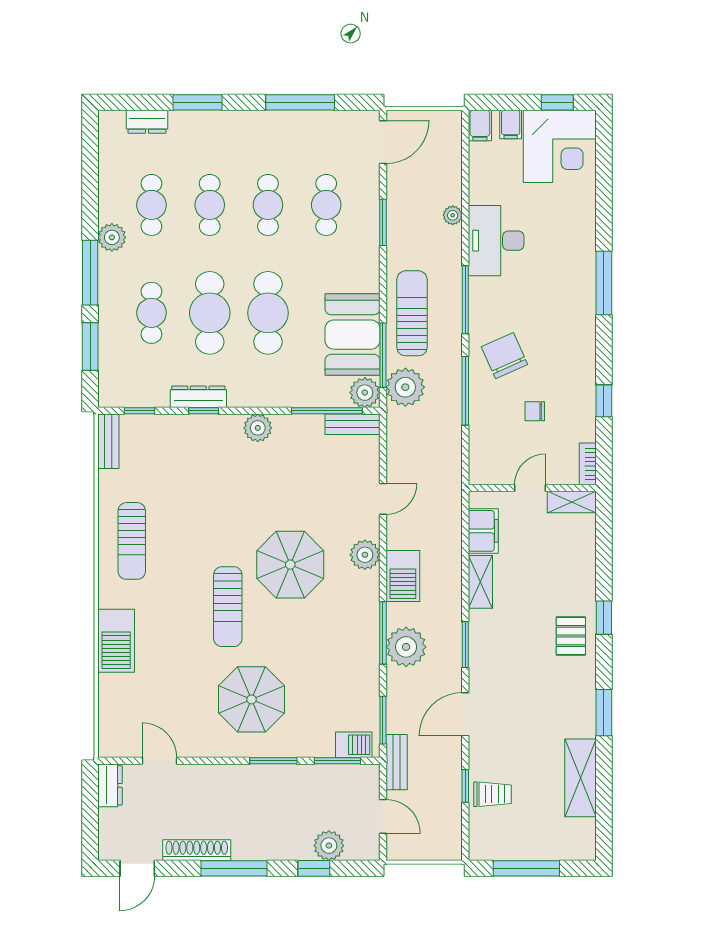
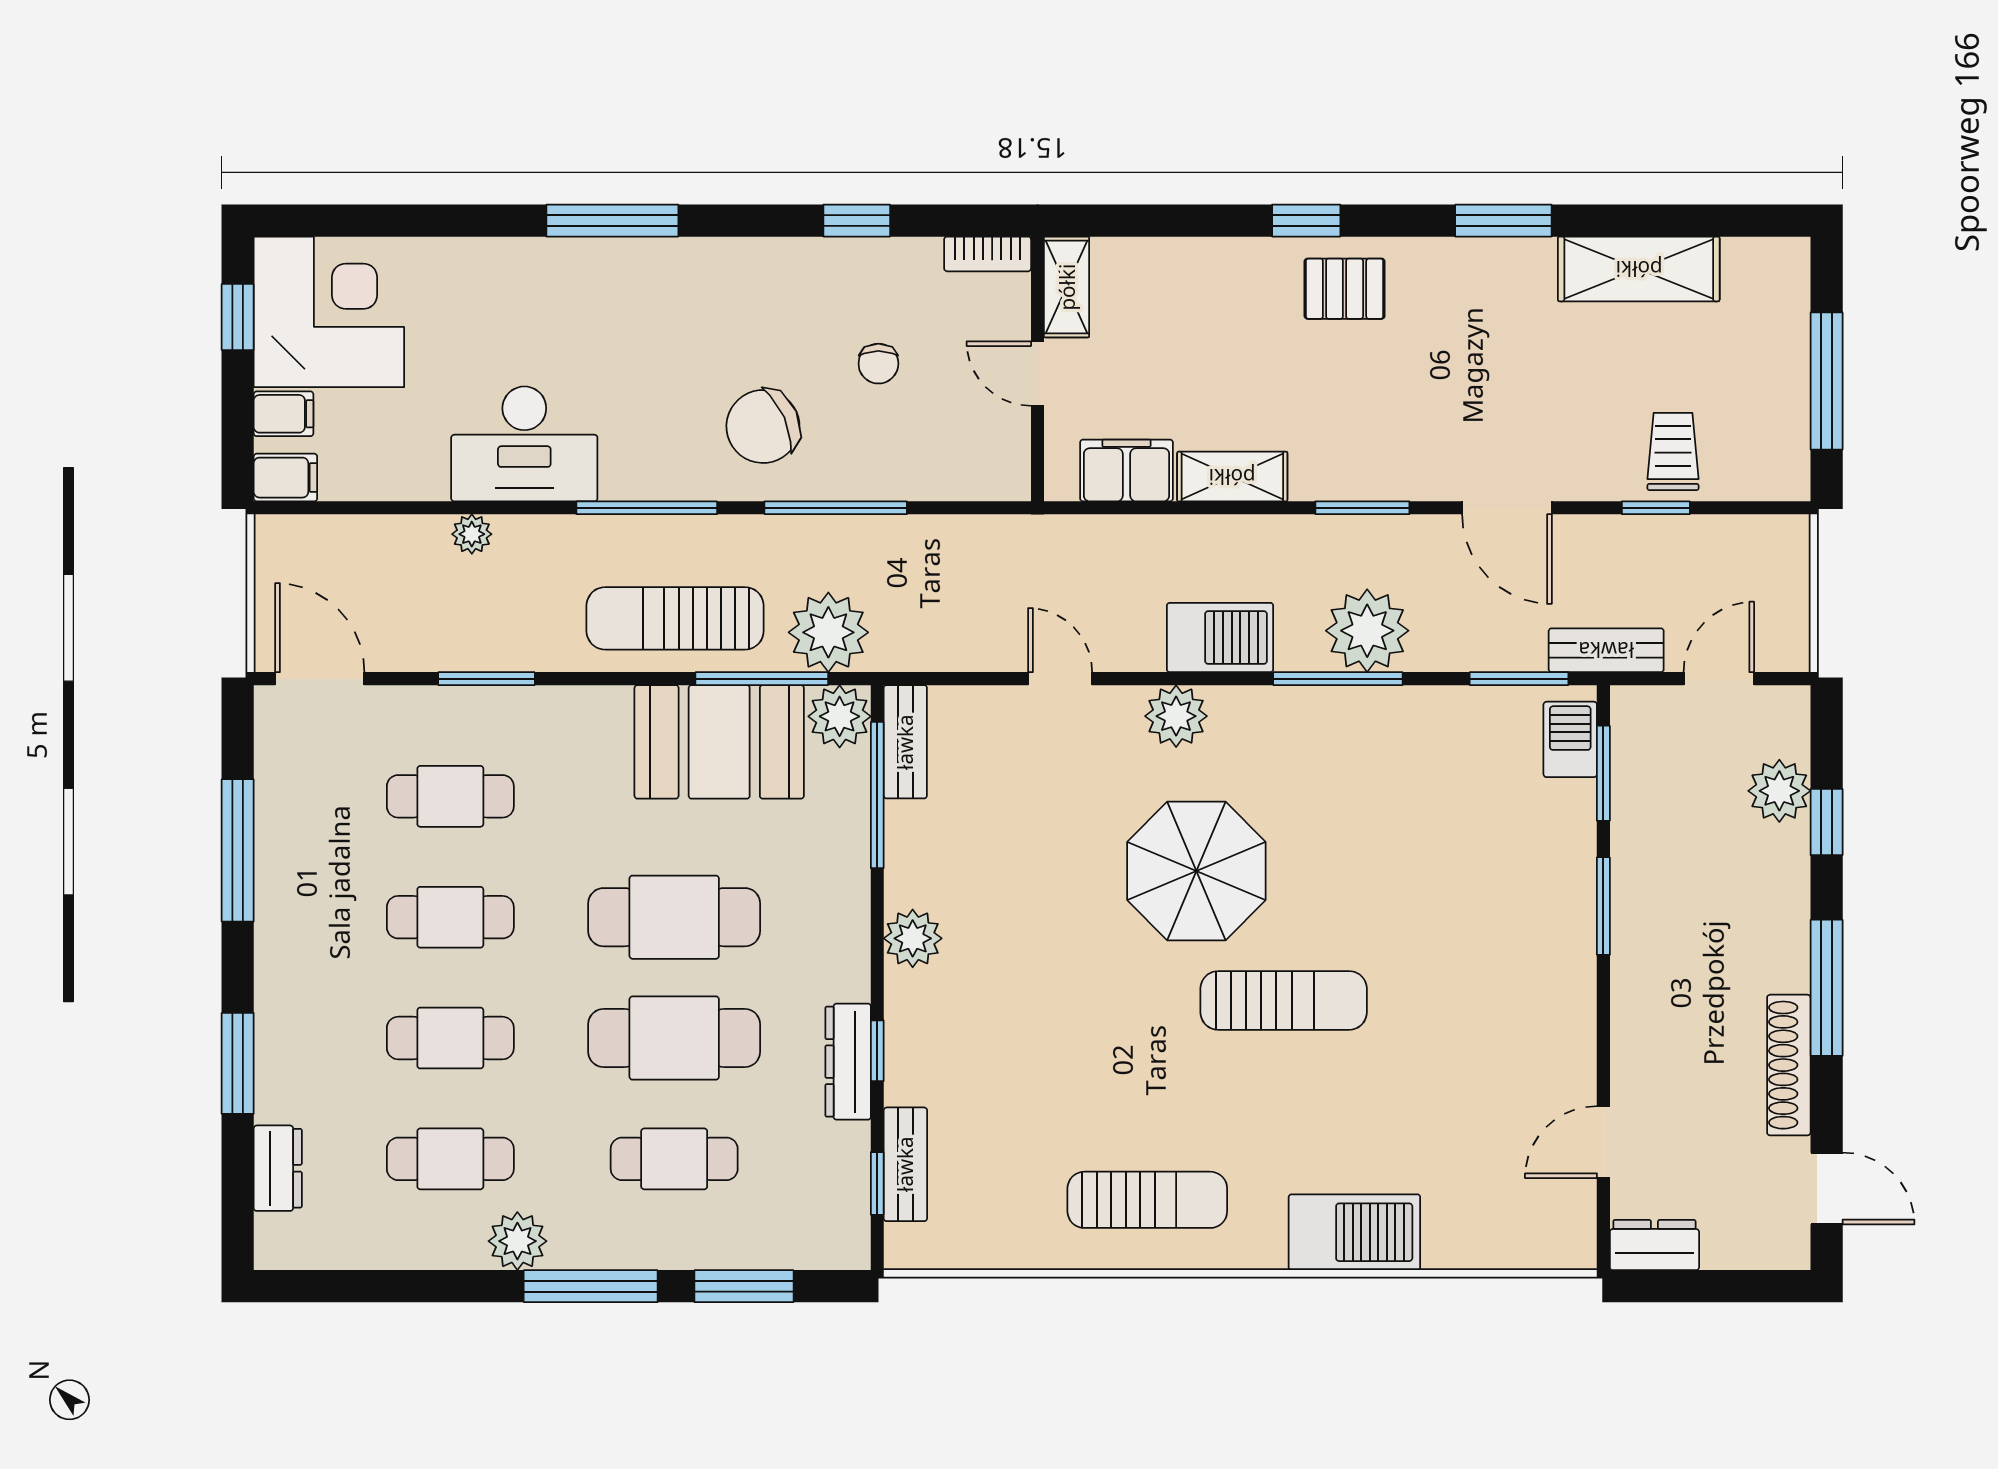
bench: (108, 441) -> (905, 1164), moved, turned 90
parasol: (251, 699) -> (1476, 951), removed

